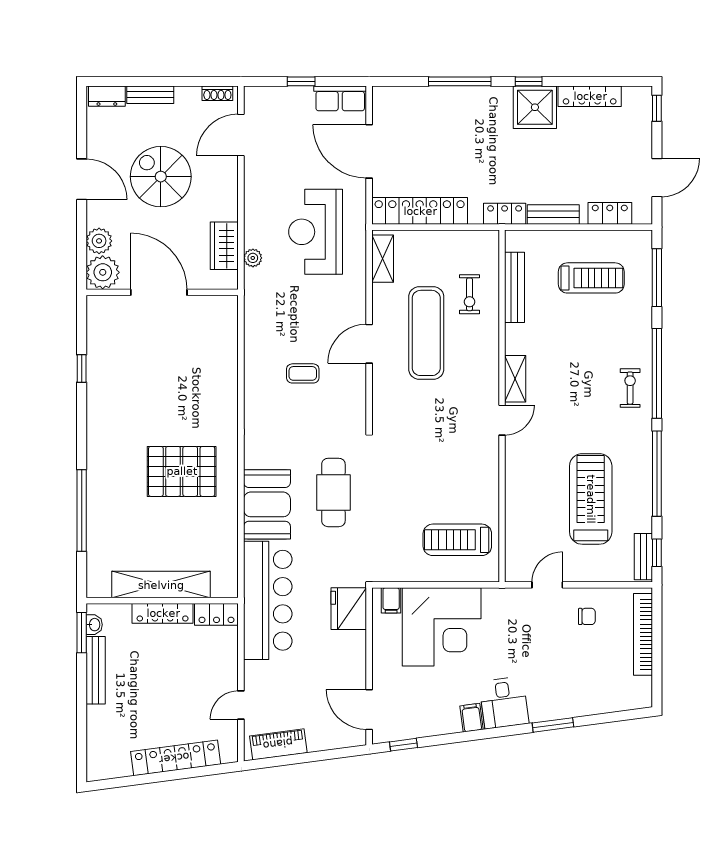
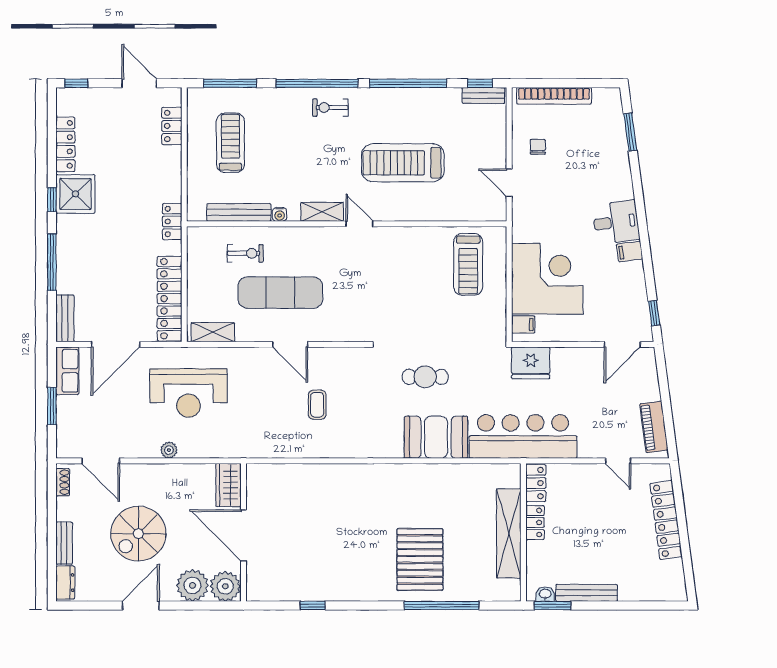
window: (301, 81) -> (52, 406), width x1.50
bench: (553, 215) -> (65, 318), moved
plant: (99, 241) -> (192, 585), width x1.36, depth x1.36
wardrobe: (224, 246) -> (228, 485), moved, turned 90
plant: (253, 258) -> (169, 450), moved
door: (159, 292) -> (244, 535), hinge flipped
water cooler: (512, 332) -> (280, 214), added
pallet: (182, 471) -> (420, 559), moved
cafe table: (333, 492) -> (425, 377), width x0.73, depth x0.74
treadmill: (591, 499) -> (403, 163), moved
locker: (163, 613) -> (535, 522), width x0.66
window: (553, 725) -> (630, 132), moved

